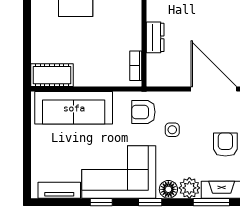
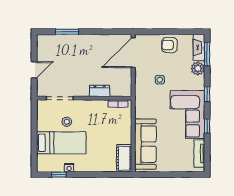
armchair: (143, 112) -> (148, 99), removed
floor lamp: (168, 189) -> (199, 82), removed

